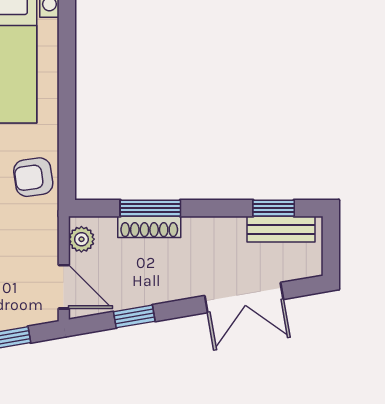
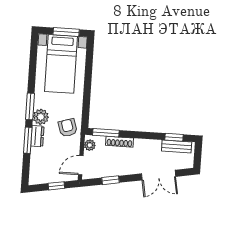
armchair: (33, 177) -> (68, 128), moved, turned 80
window: (150, 208) -> (106, 133), moved
door: (64, 287) -> (81, 165), swing flipped

